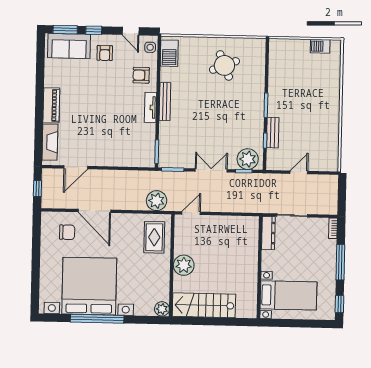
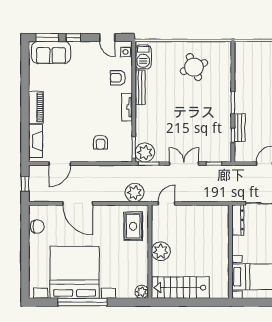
armchair: (105, 53) -> (100, 142), moved
bench: (165, 102) -> (140, 87), moved
plant: (248, 159) -> (145, 153), moved
chair: (67, 232) -> (37, 226), moved

